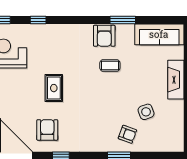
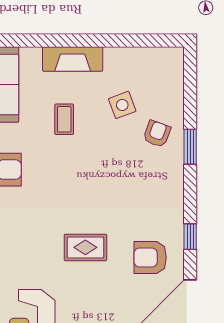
coffee table: (110, 65) -> (64, 119), moved

